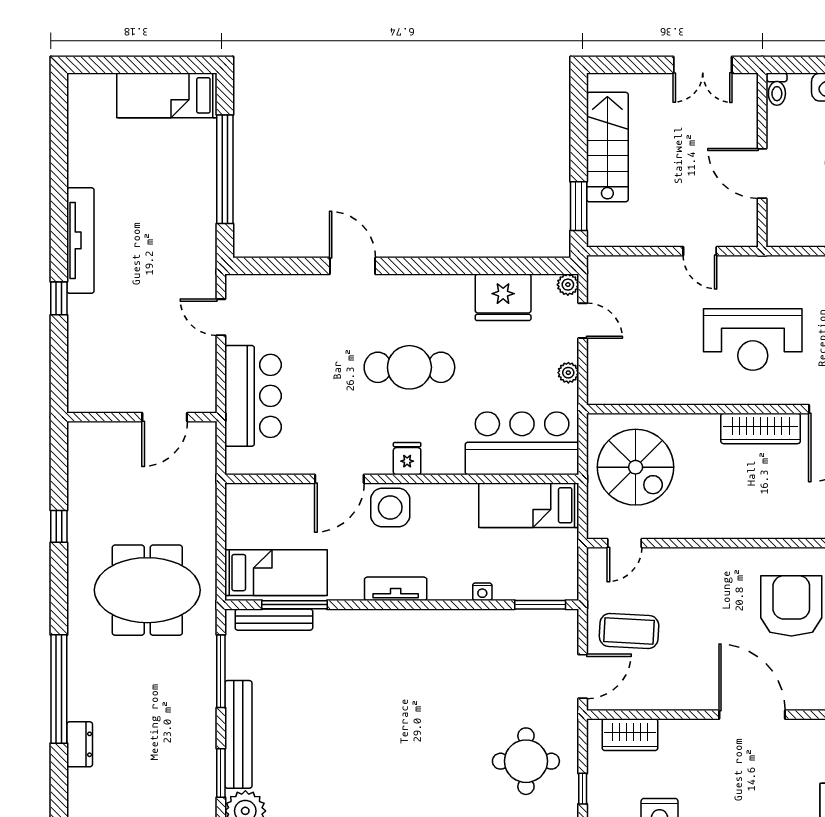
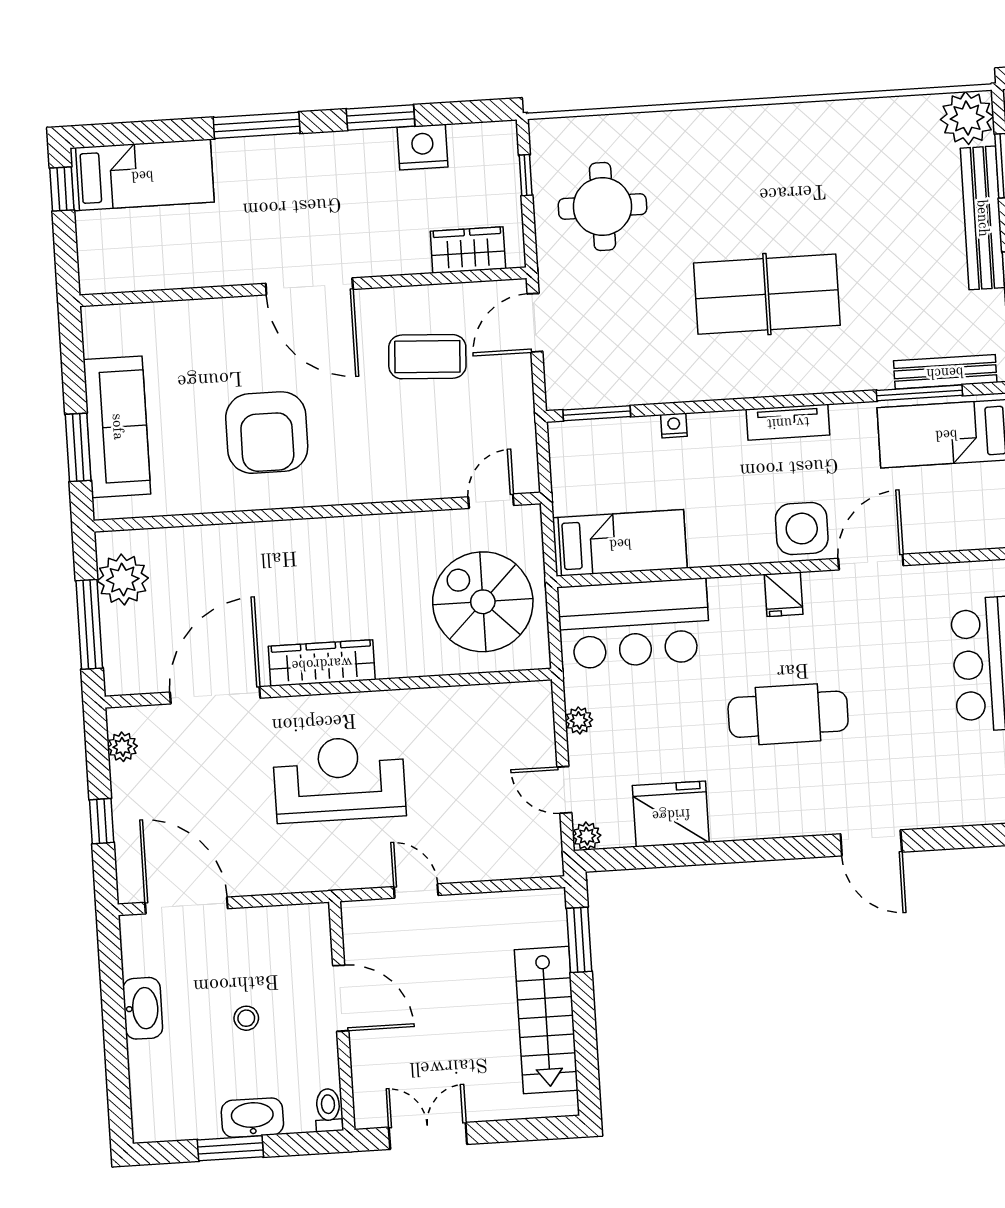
coffee table: (629, 631) -> (427, 357), moved
table tennis table: (405, 687) -> (767, 294), added

